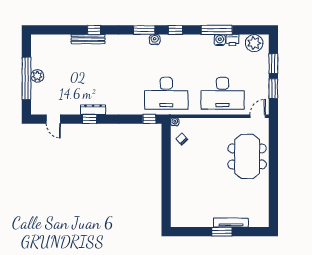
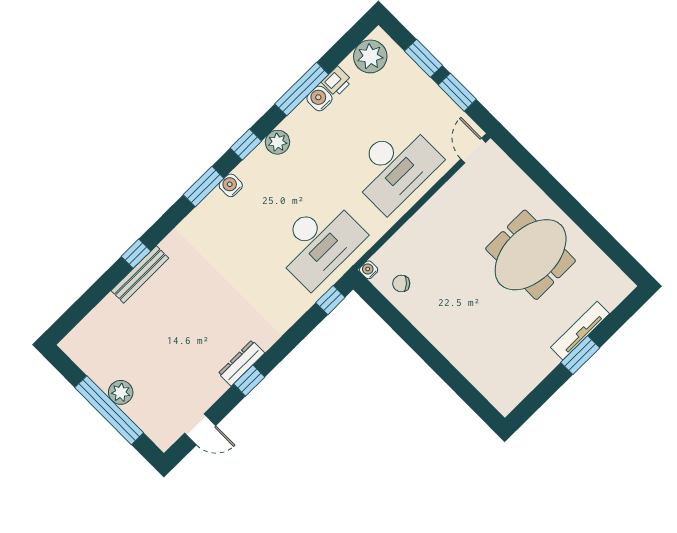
plant: (188, 41) -> (277, 142), added
meeting table: (247, 156) -> (531, 255), moved, turned 90

